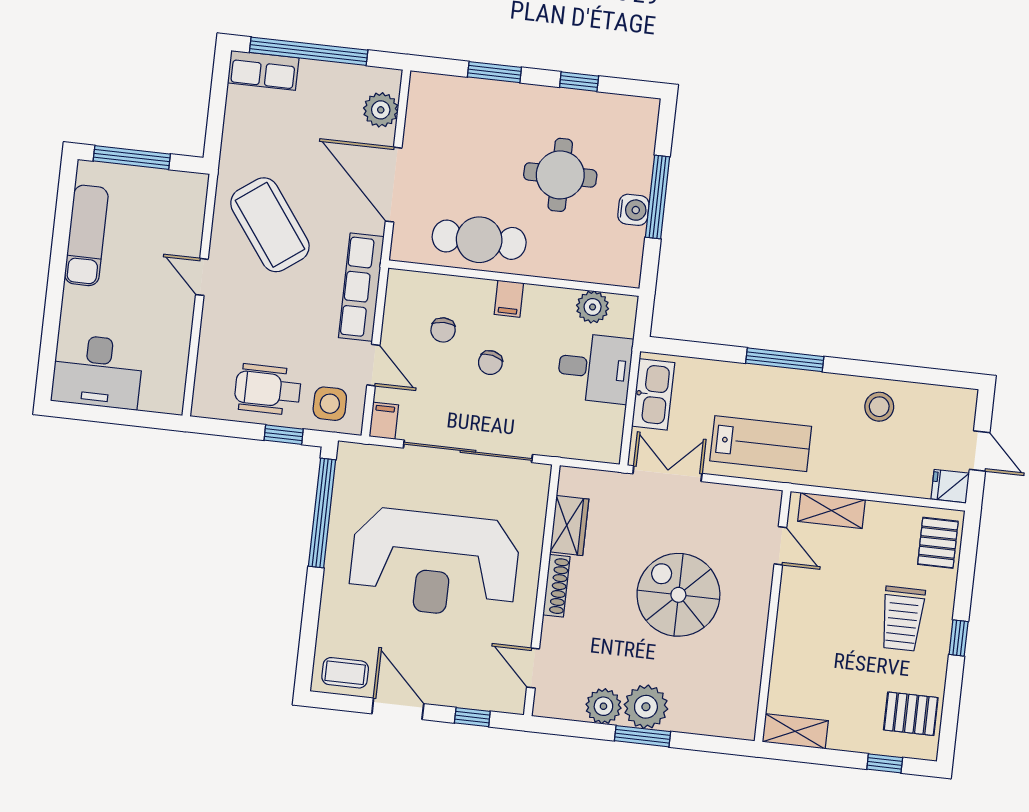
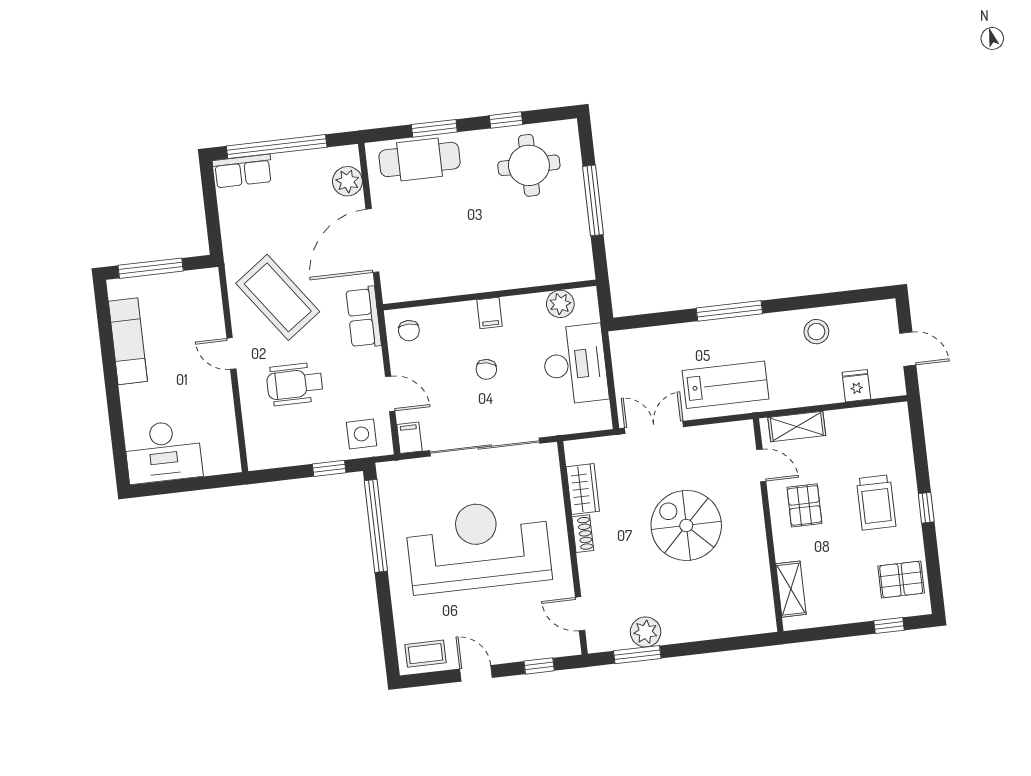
round table: (560, 175) -> (529, 165), moved
door: (394, 185) -> (372, 241), hinge flipped
water cooler: (633, 210) -> (575, 216), removed
cafe table: (479, 240) -> (420, 159), moved
row of seats: (361, 287) -> (364, 317), width x0.68
chair: (443, 330) -> (409, 331), moved
desk: (595, 368) -> (575, 364), width x1.37
wheelchair: (268, 389) -> (295, 384), moved
kitchen sink: (653, 394) -> (627, 365), removed
fridge: (950, 486) -> (856, 386), moved, turned 90
pallet: (938, 543) -> (804, 505), moved
reception desk: (434, 563) -> (478, 546), turned 180
shoe rack: (556, 586) -> (583, 534), width x0.70
plant: (646, 707) -> (681, 624), removed
door: (398, 709) -> (476, 673), width x0.73
shelving: (795, 731) -> (791, 589), moved, turned 90
window: (642, 736) -> (637, 655), moved

